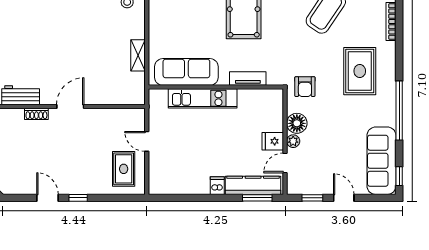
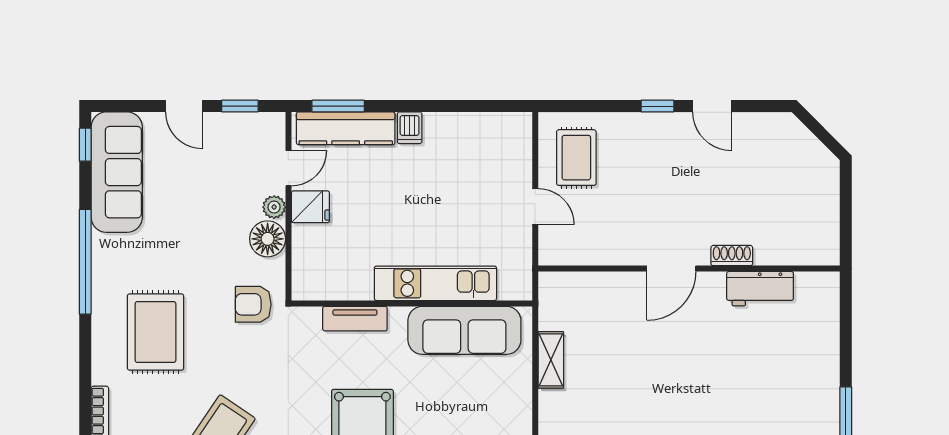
armchair: (305, 87) -> (253, 304), turned -90

